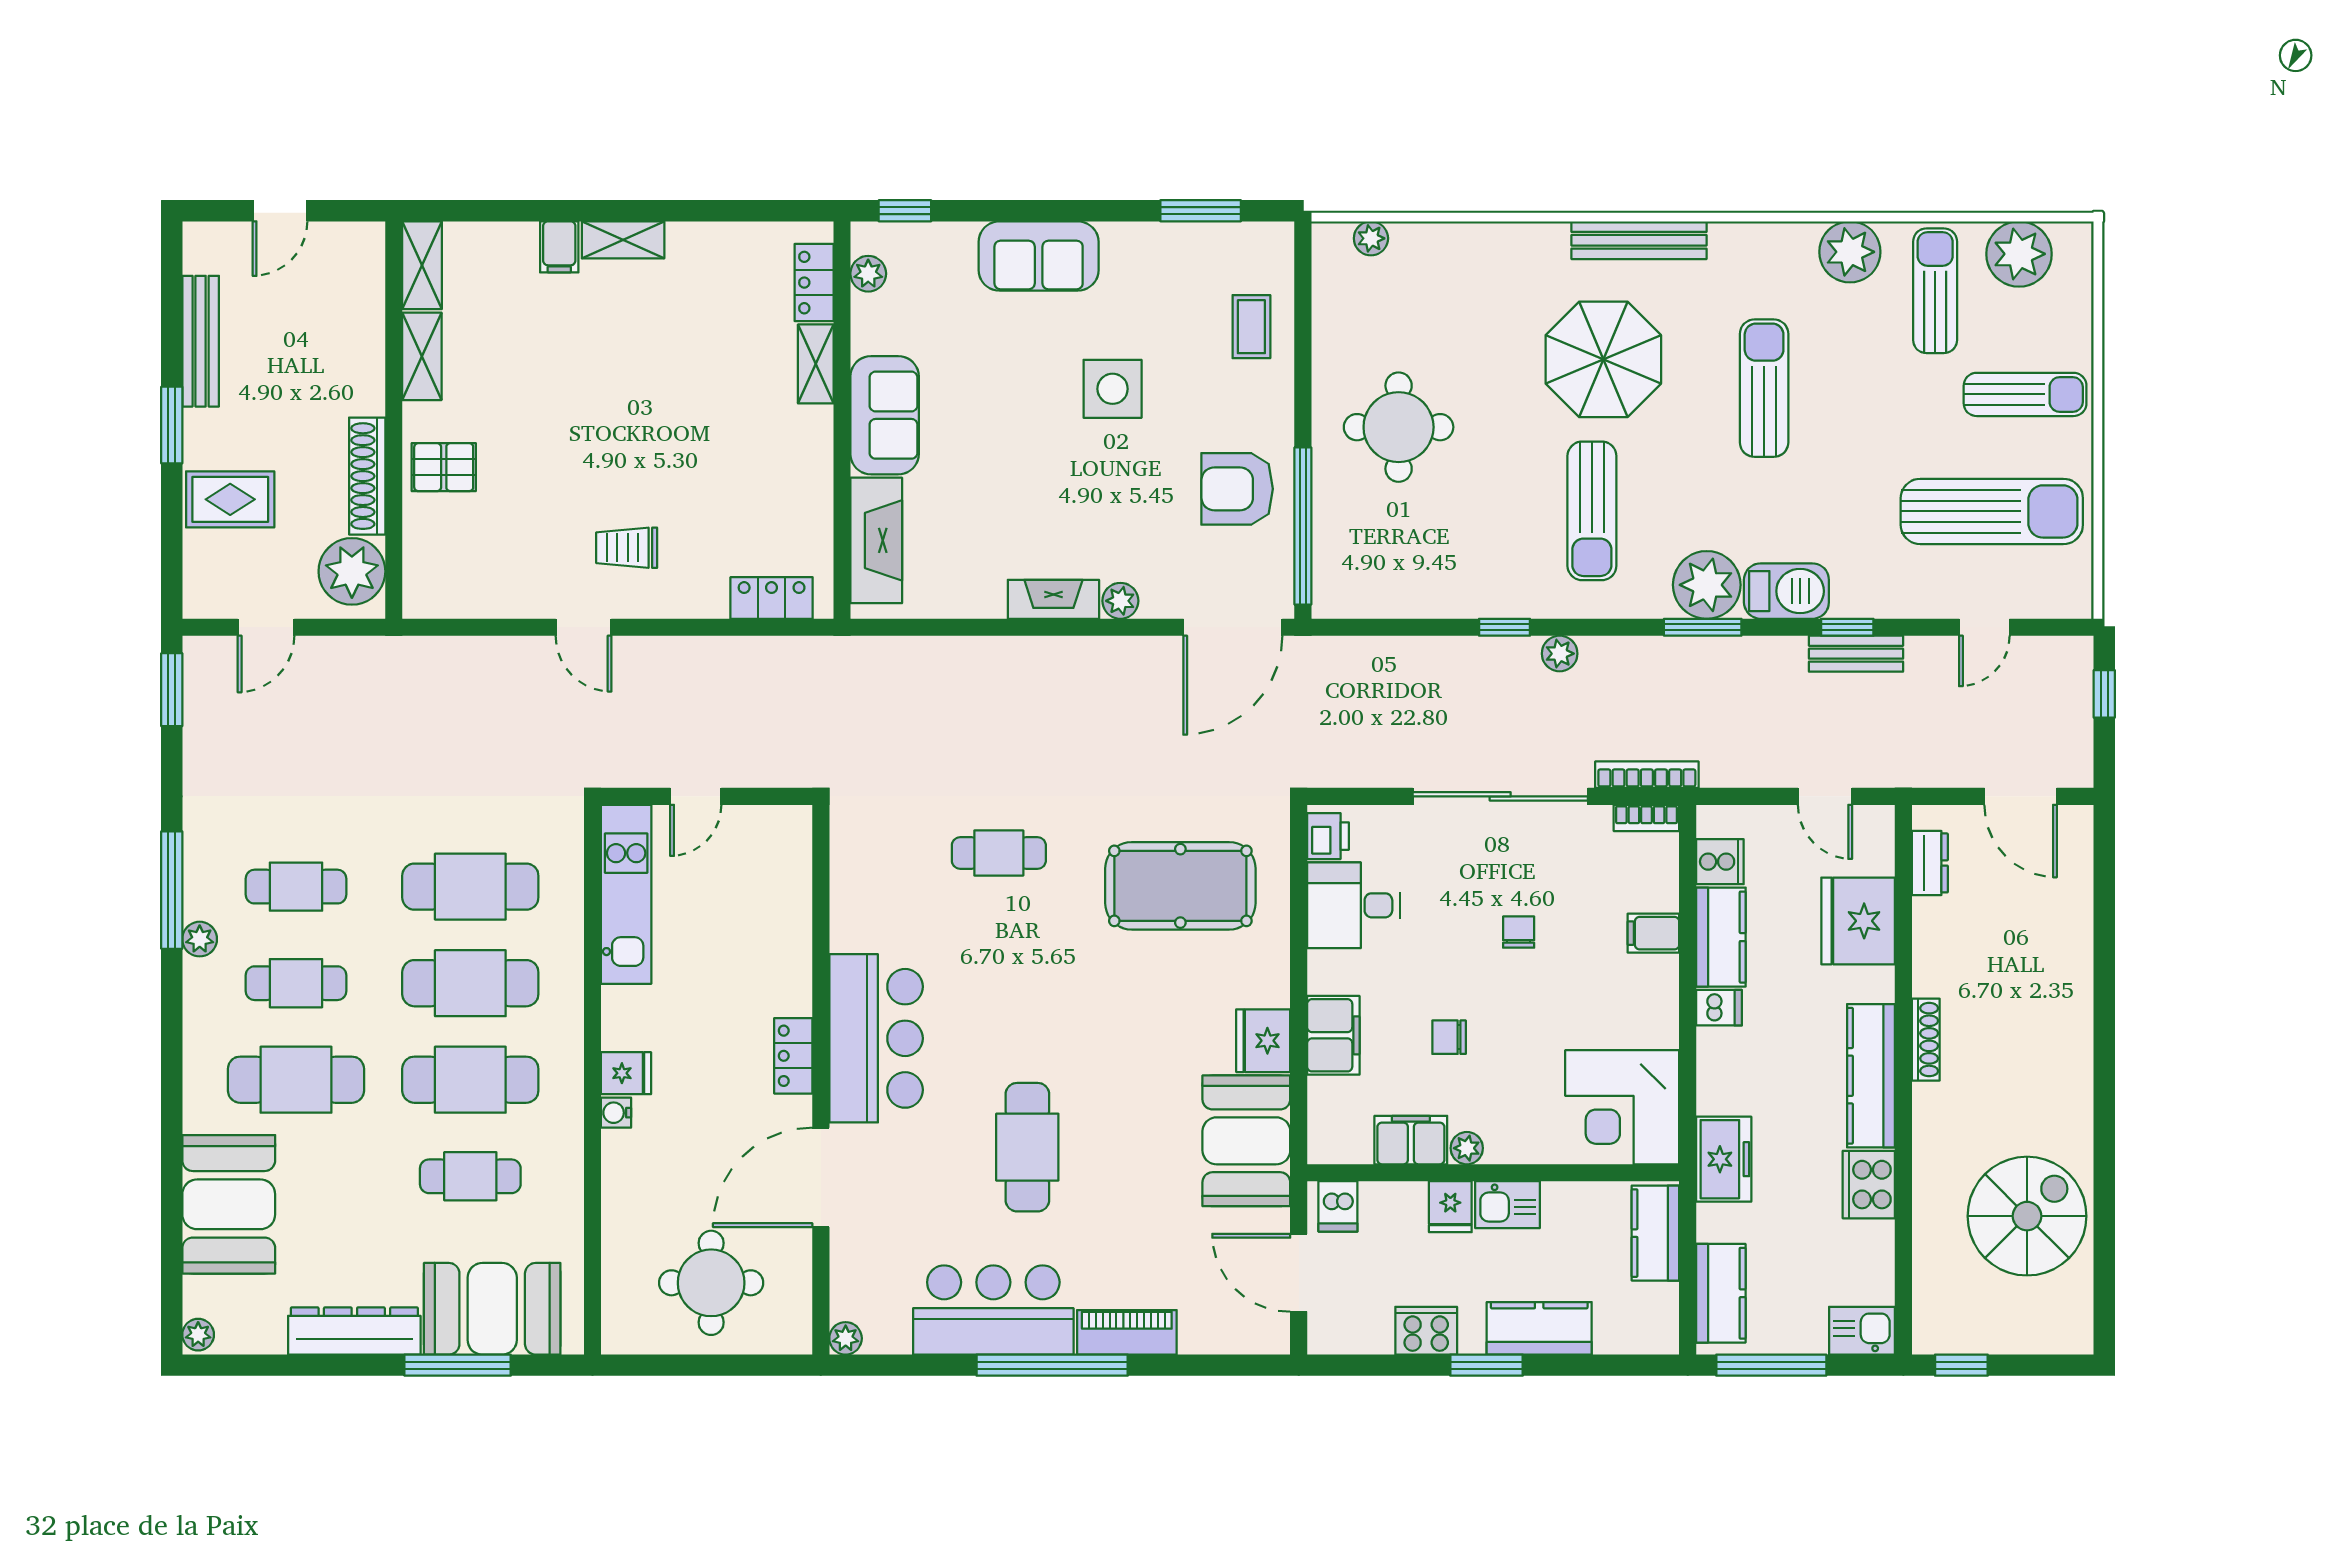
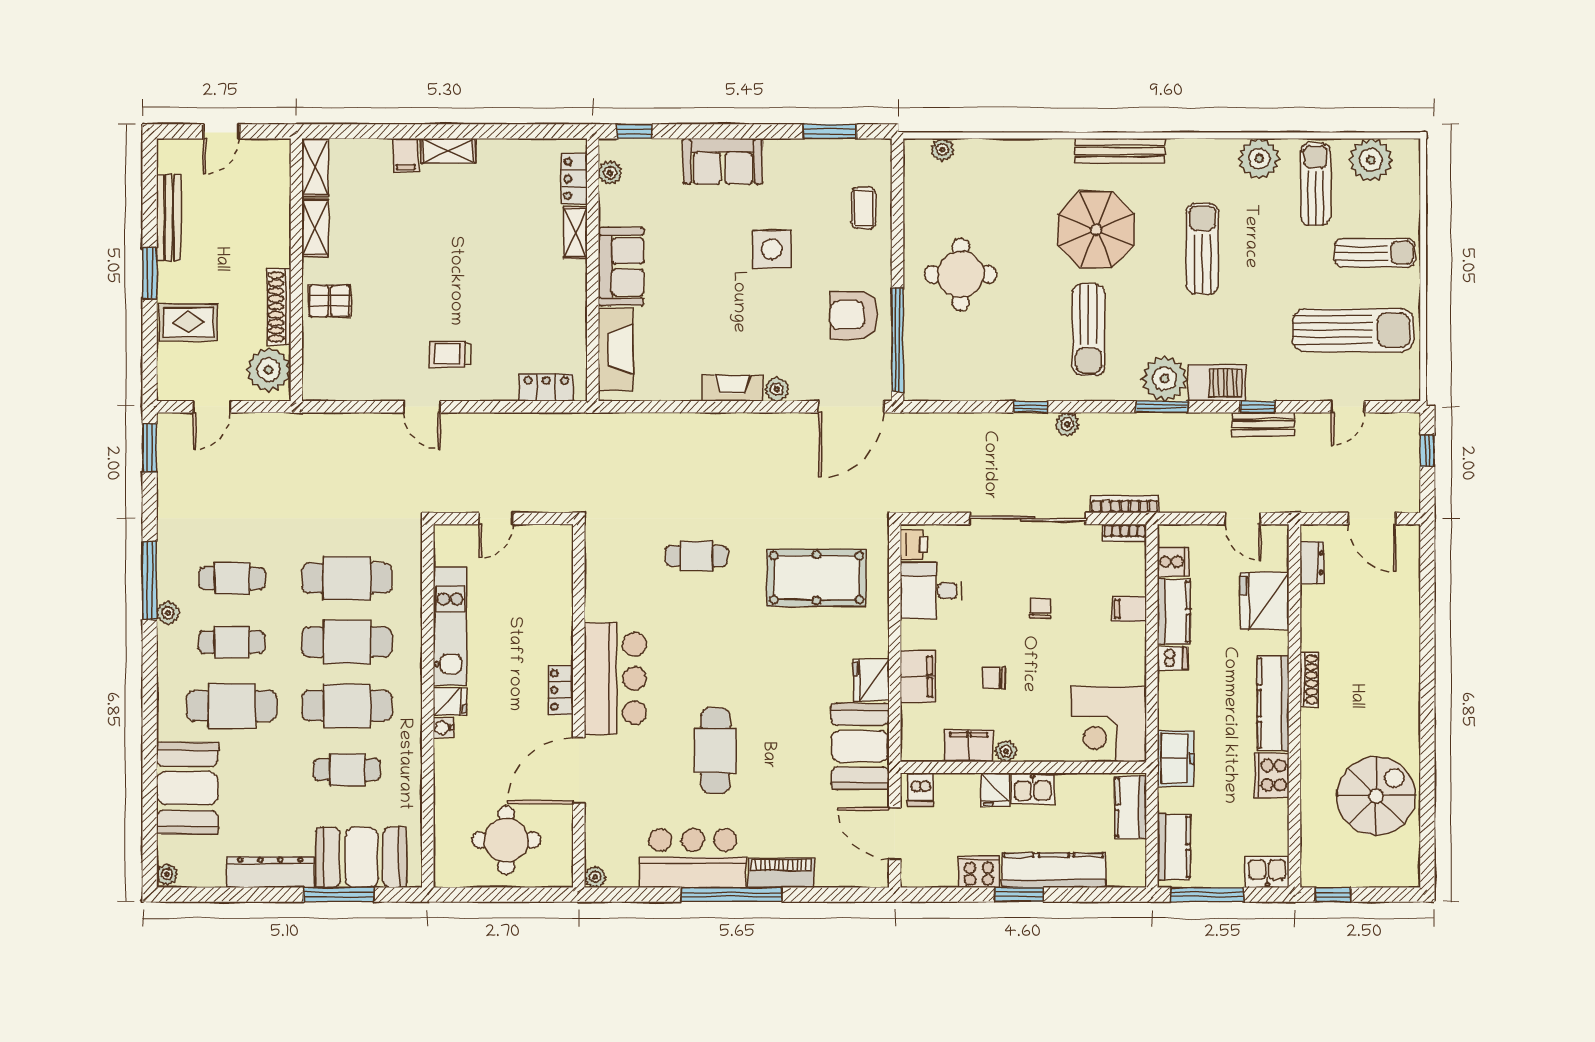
kitchen unit: (626, 894) -> (450, 626), moved
kitchen counter: (1539, 1328) -> (1054, 870), width x1.50

